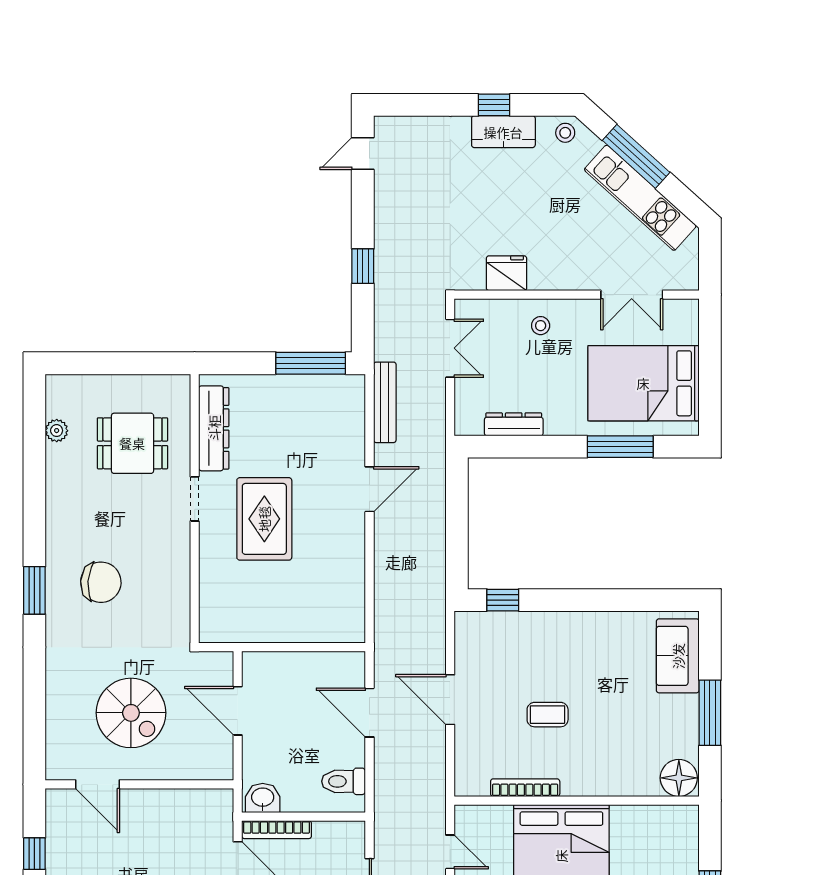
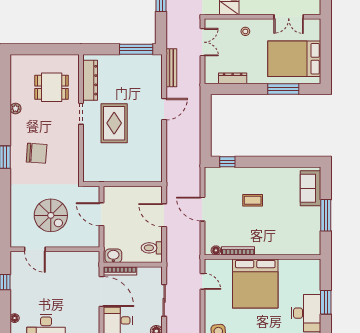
plant: (57, 431) -> (15, 109), moved
coffee table: (548, 715) -> (253, 200), moved
floor lamp: (679, 778) -> (216, 250), moved, width x0.53, depth x0.53

